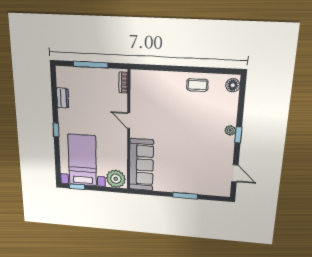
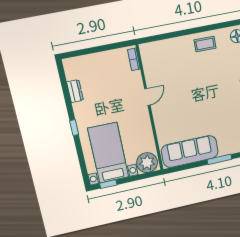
window: (91, 65) -> (97, 49), removed
door: (129, 121) -> (147, 97), swing flipped
sofa: (141, 165) -> (190, 152), moved, turned -90

